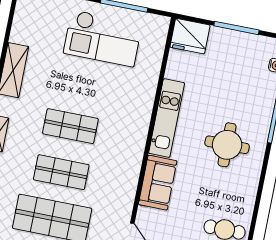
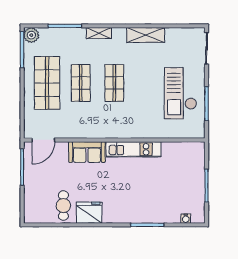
fridge: (190, 36) -> (89, 213), moved, turned 90
round table: (227, 145) -> (123, 195), removed

